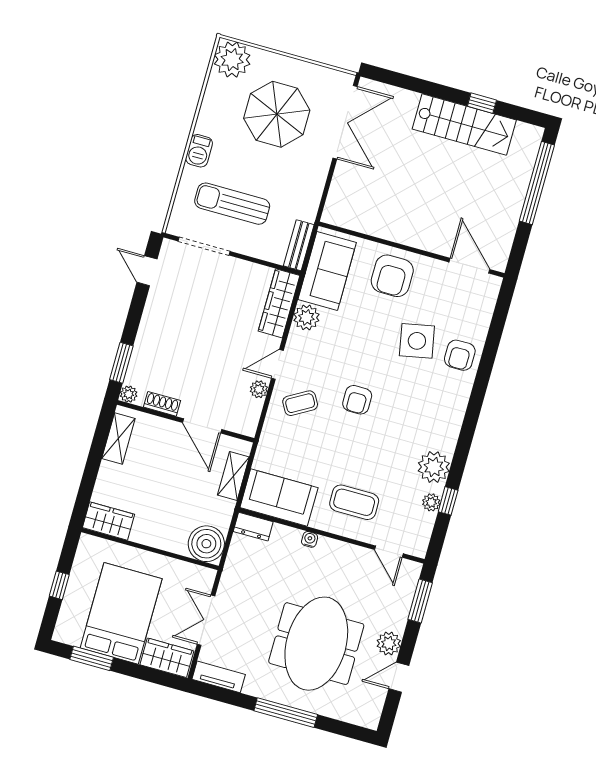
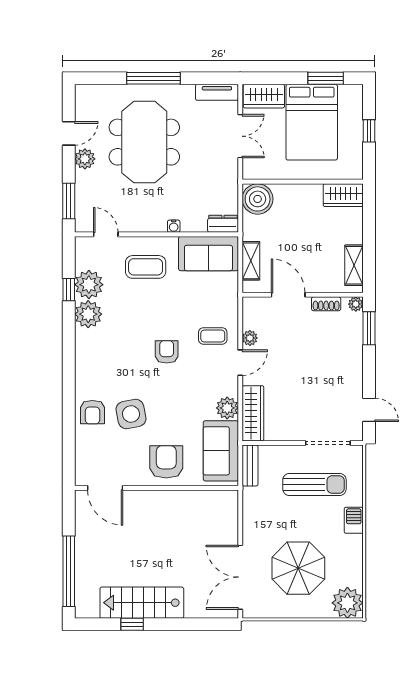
armchair: (460, 355) -> (92, 412), turned 180
coffee table: (300, 403) -> (213, 336), turned 30
plant: (431, 502) -> (89, 285), width x1.88, depth x1.88

